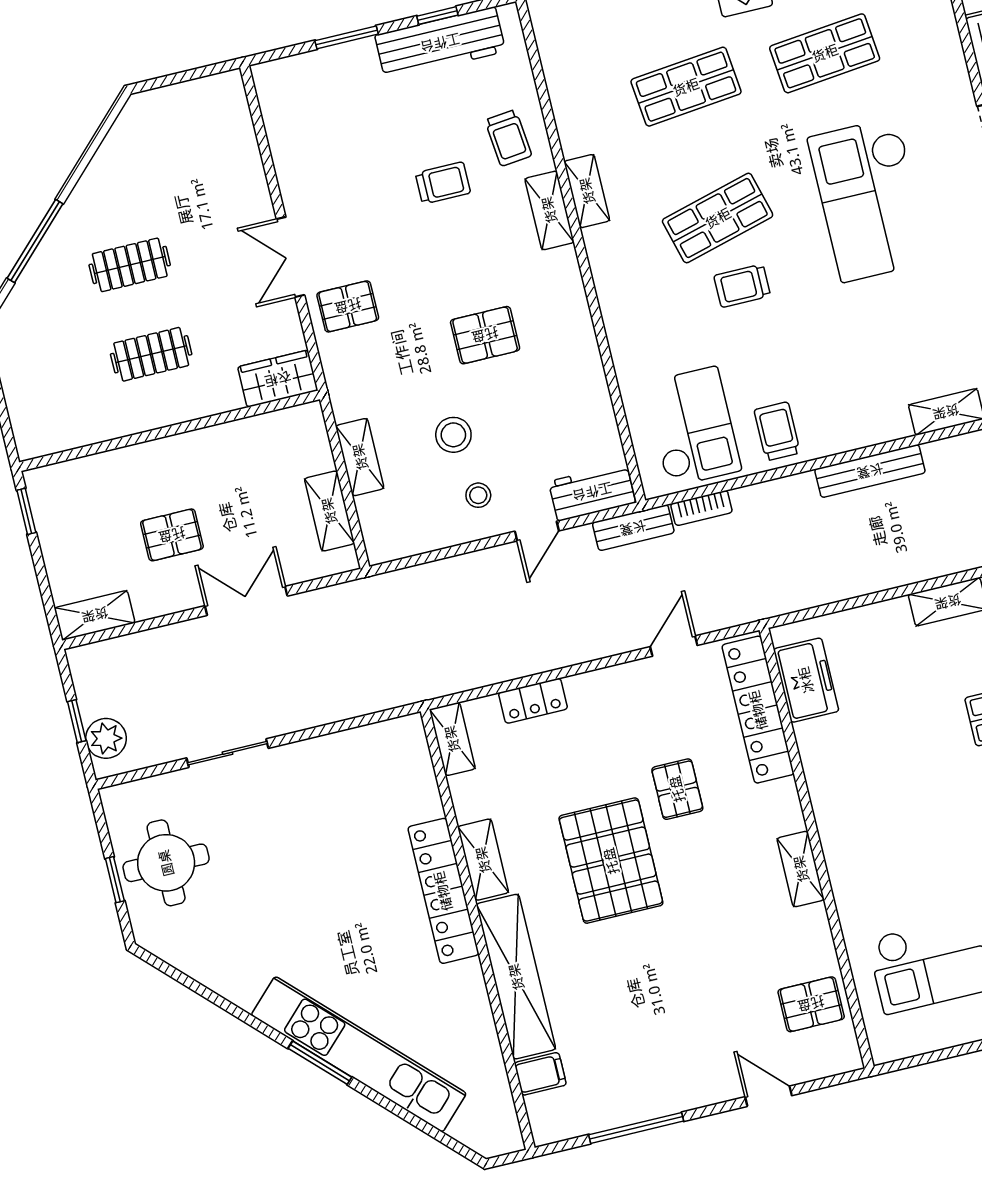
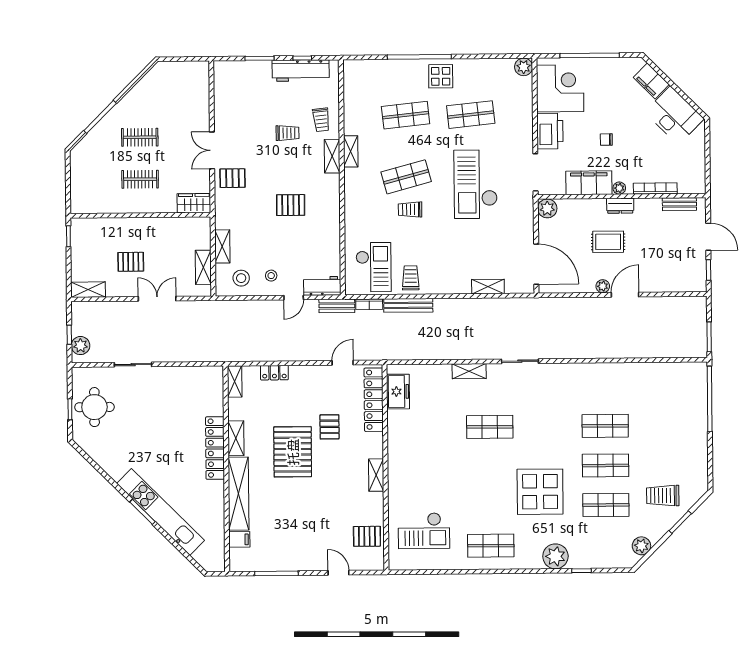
stool: (453, 435) -> (241, 278), moved
bench: (870, 471) -> (408, 305), moved

